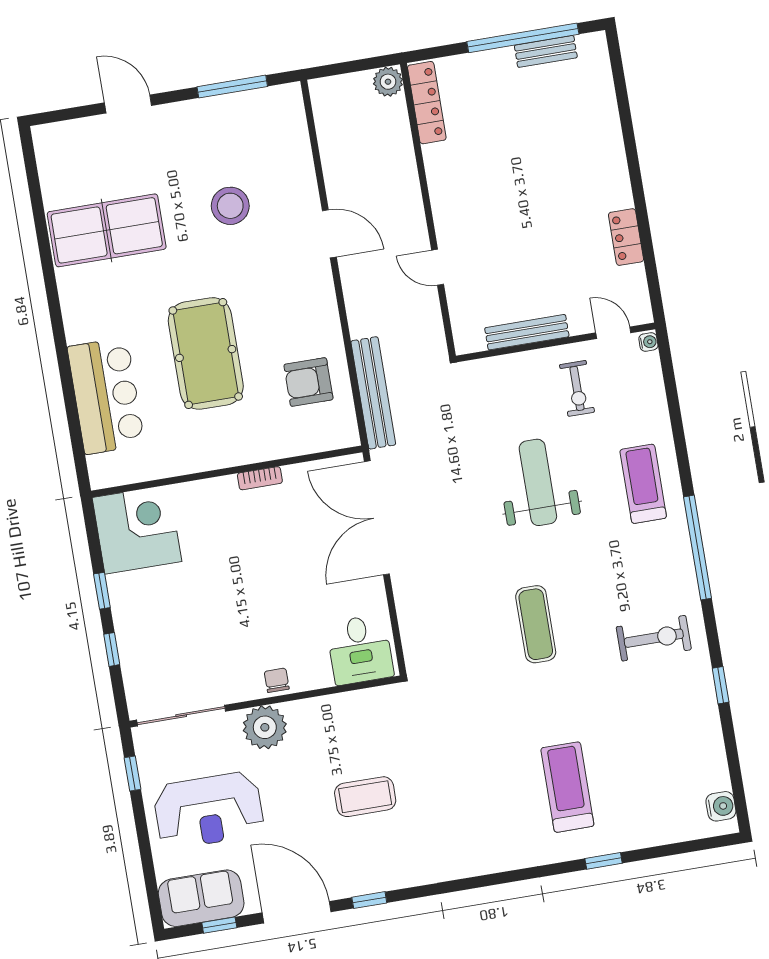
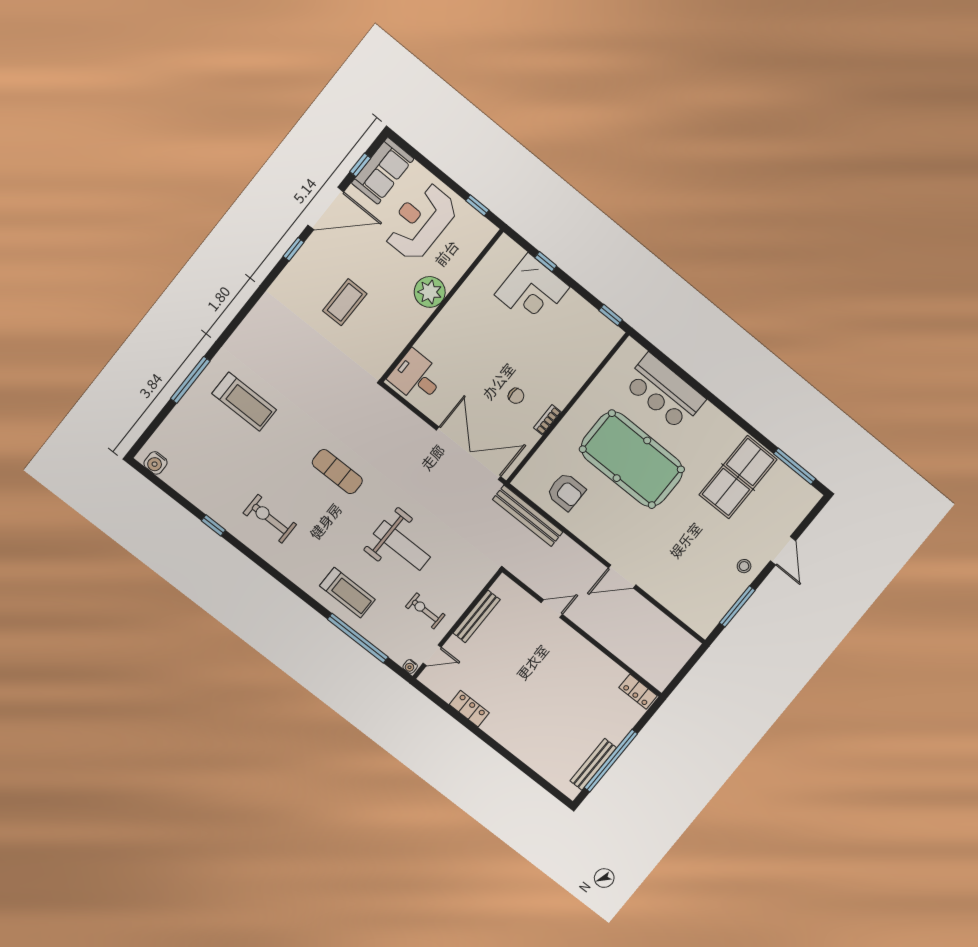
bench: (546, 51) -> (593, 764), width x1.36
plant: (388, 82) -> (660, 679), removed
locker: (427, 103) -> (638, 692), width x0.66
door: (128, 104) -> (783, 551), hinge flipped
window: (34, 187) -> (795, 466), added
stool: (230, 206) -> (744, 566), moved, width x0.53, depth x0.53
pool table: (206, 353) -> (632, 459), width x1.36, depth x1.32
armchair: (308, 382) -> (566, 492), turned 90
corner desk: (137, 530) -> (532, 291), moved
window: (698, 548) -> (358, 638), moved
window: (102, 591) -> (611, 315), moved
exercise bike: (654, 638) -> (270, 519), turned 90
chair: (277, 680) -> (516, 396), moved
sliding door: (181, 716) -> (479, 259), removed
window: (604, 861) -> (190, 380), width x2.17

